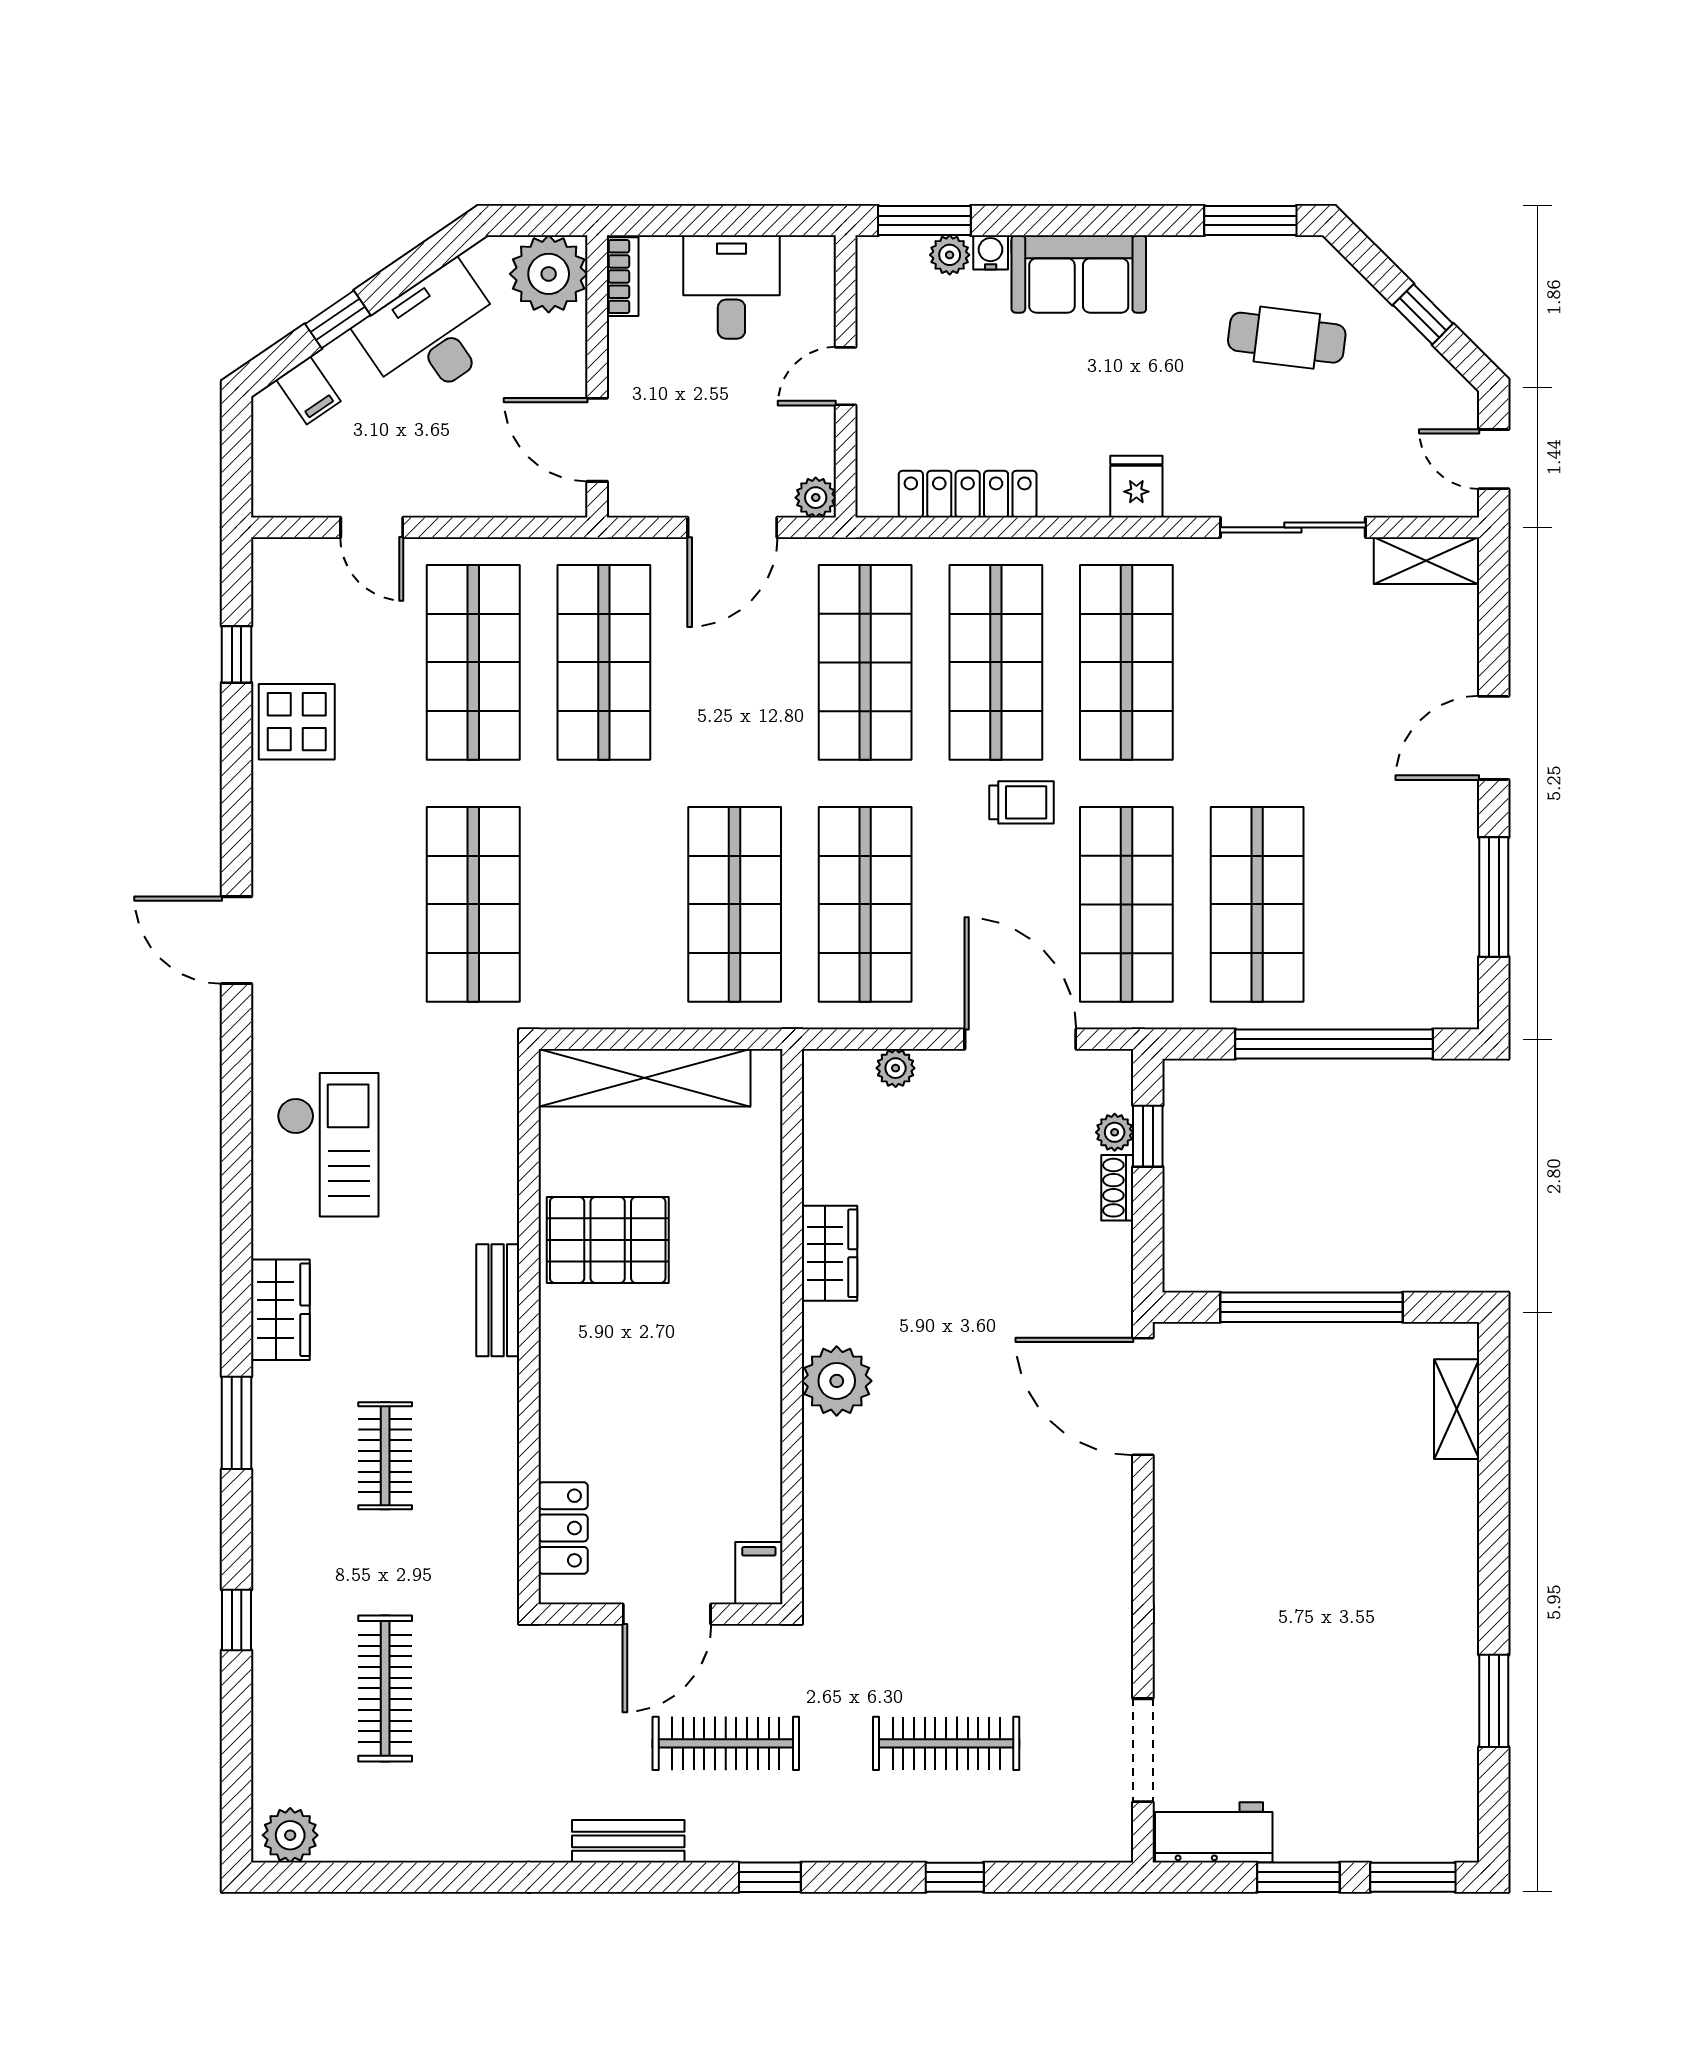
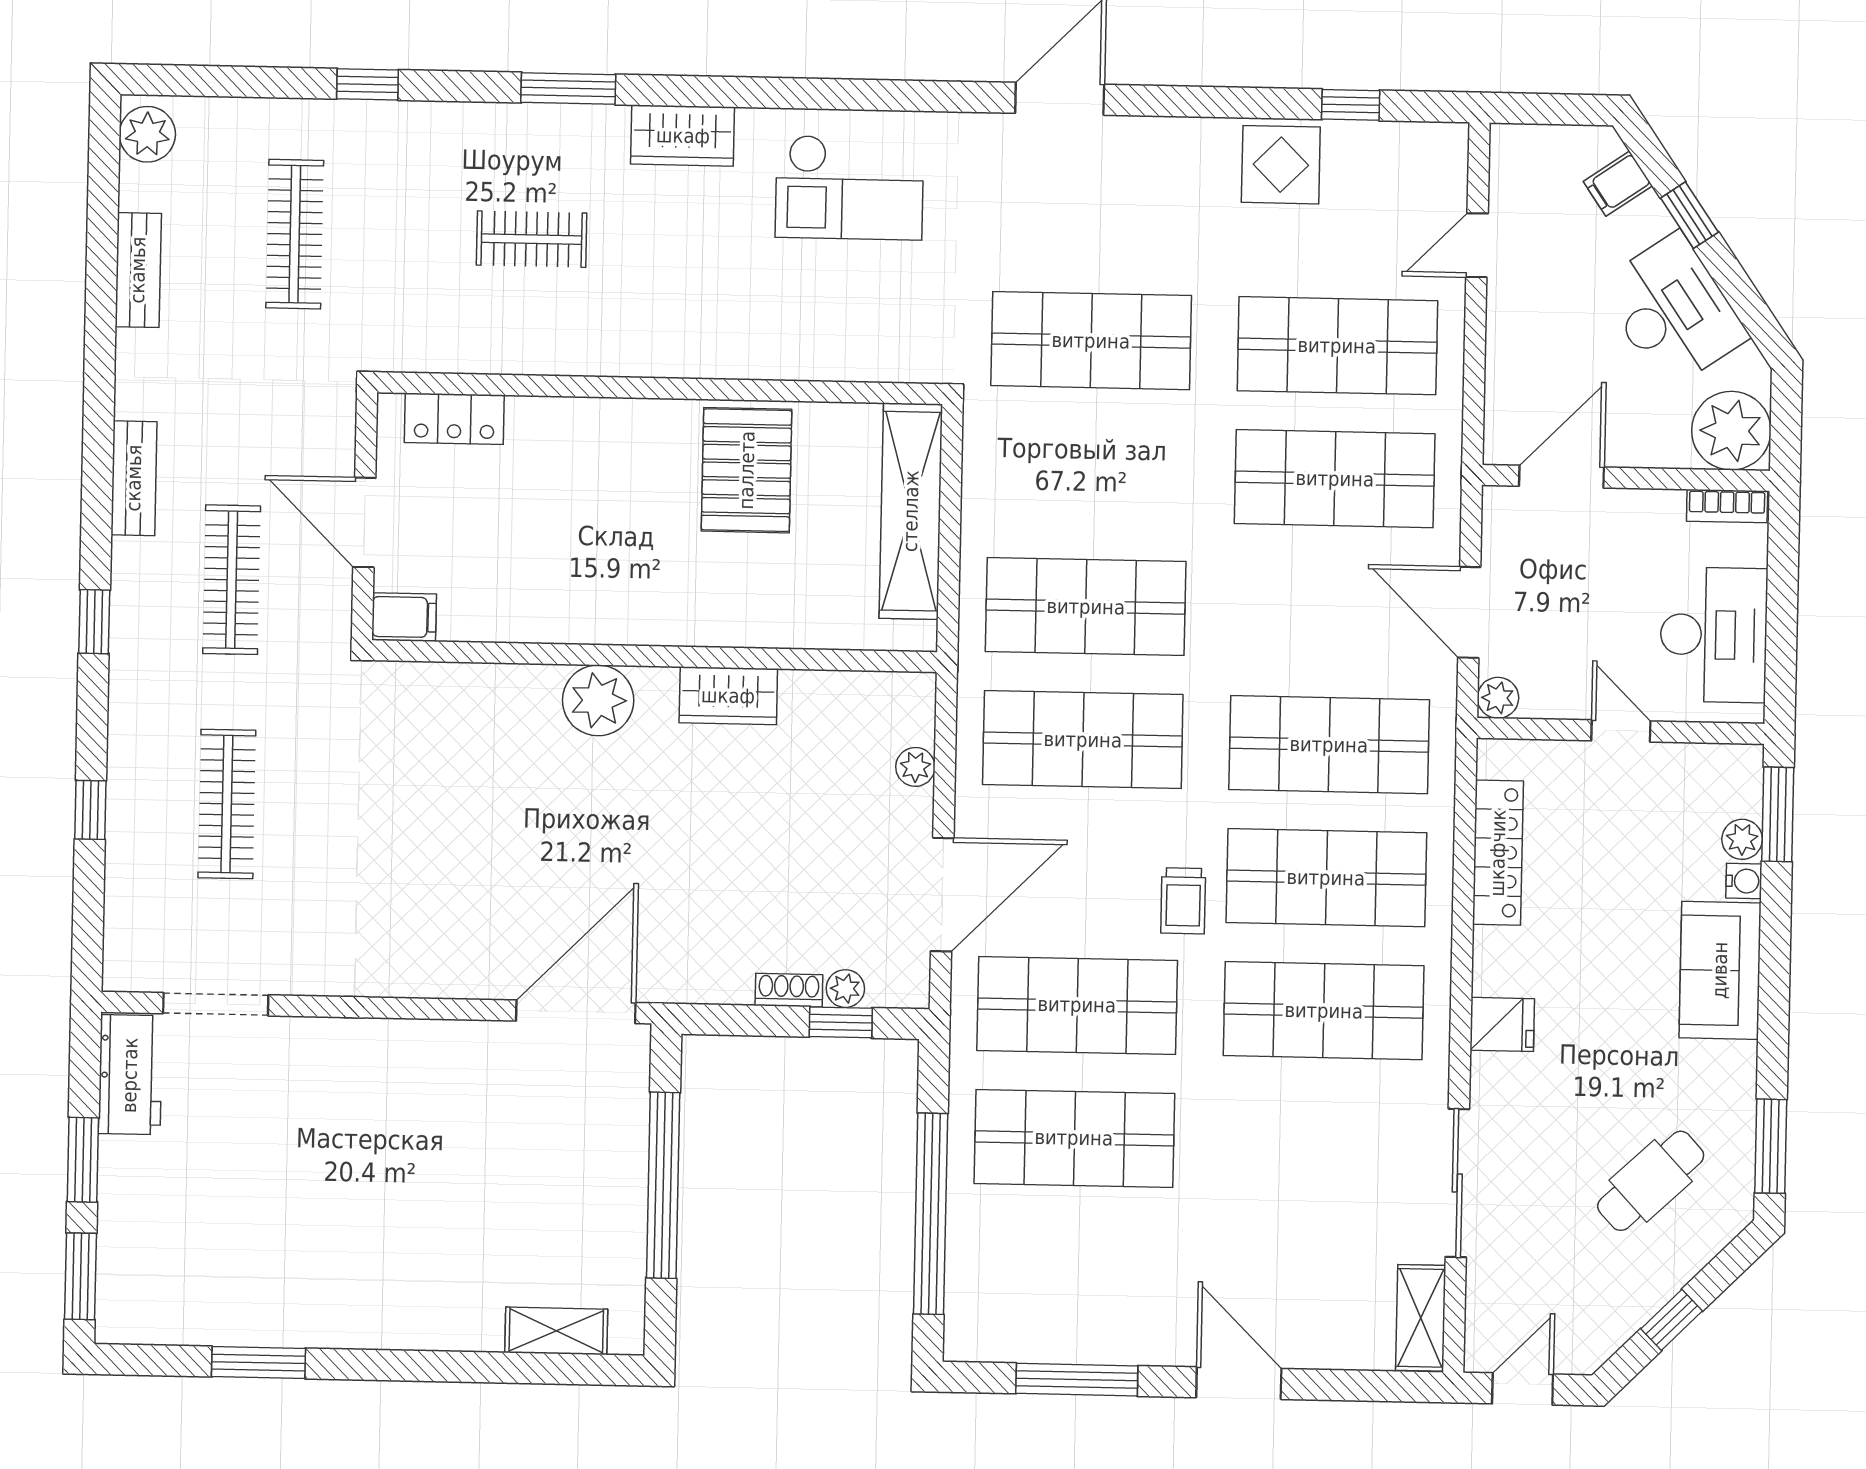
desk: (731, 287) -> (1714, 635), width x1.37
cafe table: (1287, 338) -> (1651, 1181), turned 40
bench: (498, 1300) -> (138, 270), moved, turned 90
clothes rail: (385, 1688) -> (295, 234), turned 90

